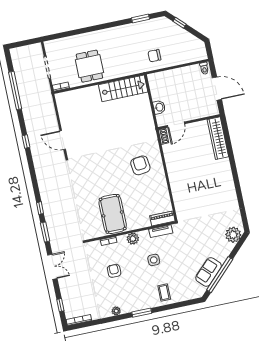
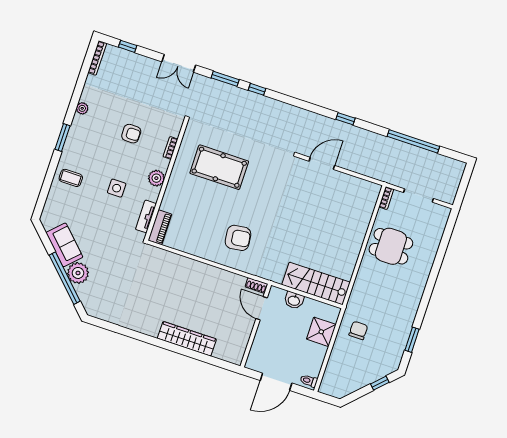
shower: (169, 78) -> (321, 332), added
stairs: (123, 88) -> (316, 283), moved, turned 90
wardrobe: (218, 138) -> (187, 339), moved
pool table: (113, 214) -> (219, 167), moved
plant: (233, 235) -> (78, 273), moved
window: (220, 275) -> (65, 278), moved

